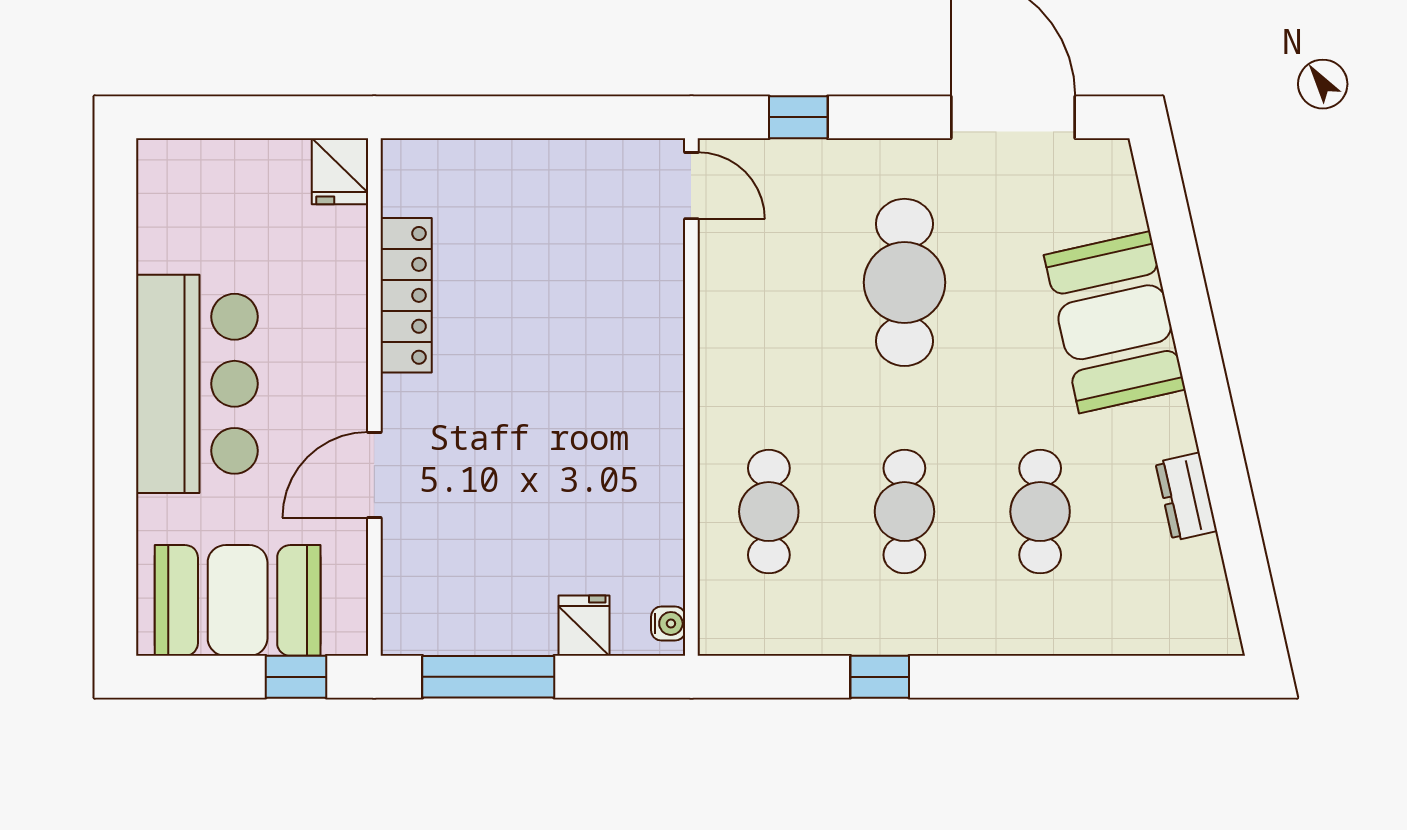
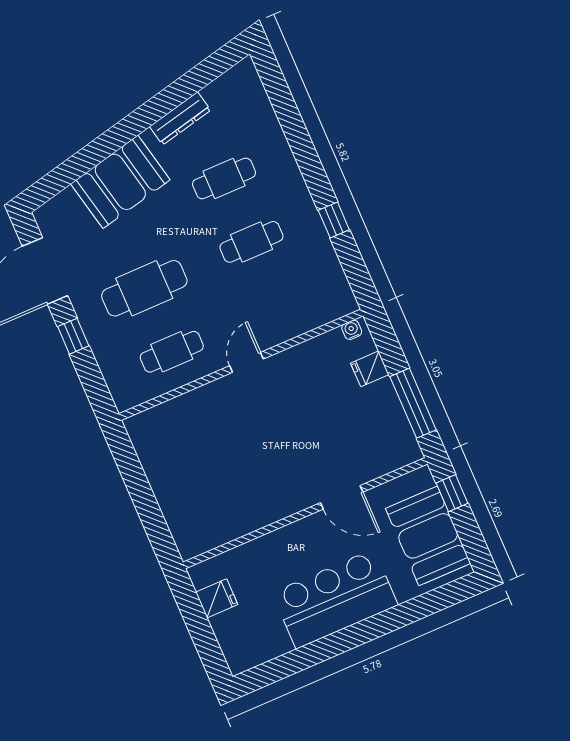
window: (798, 117) -> (73, 336), moved
fridge: (340, 171) -> (217, 598), moved
door: (691, 186) -> (247, 362), moved
locker: (406, 295) -> (251, 519), removed
dresser: (1186, 497) -> (180, 118), width x1.44
cafe table: (769, 512) -> (172, 352), moved

